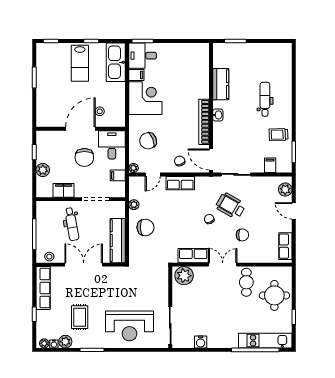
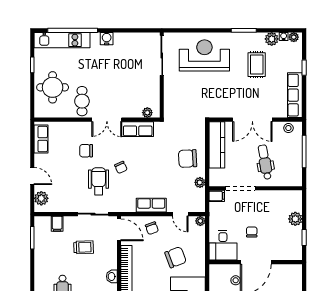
trolley: (279, 135) -> (84, 247), moved
chair: (148, 141) -> (176, 257), moved
chair: (84, 157) -> (252, 232), width x0.54, depth x0.54
door: (153, 174) -> (180, 214), swing flipped
filing cabinet: (118, 175) -> (217, 196), moved
filing cabinet: (64, 190) -> (273, 197), removed
wheelchair: (230, 206) -> (99, 181), turned -120
plant: (184, 276) -> (147, 113), width x0.53, depth x0.53
water cooler: (201, 342) -> (107, 39), moved

